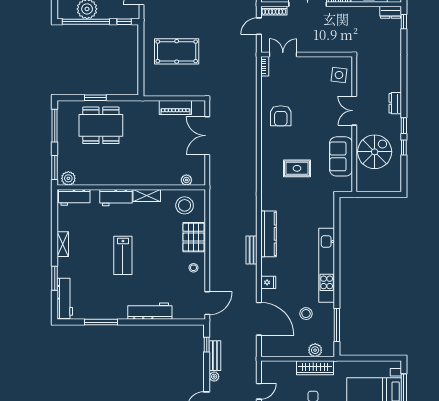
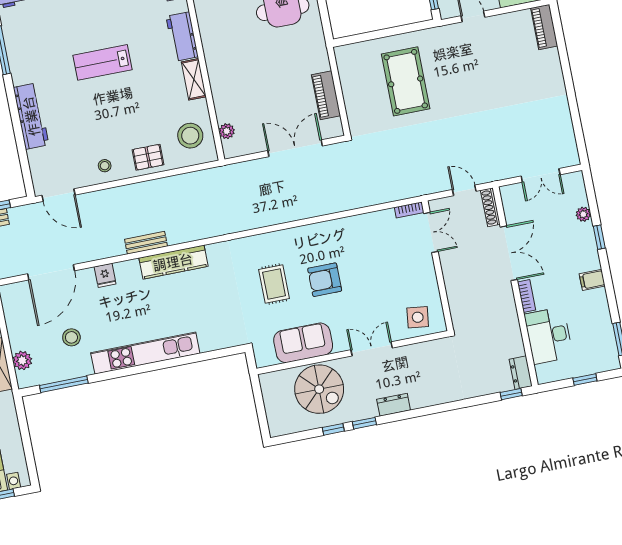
armchair: (281, 116) -> (325, 280), moved
pallet: (194, 237) -> (148, 157), width x0.67, depth x0.71

